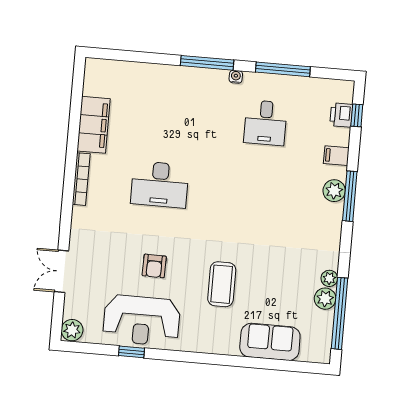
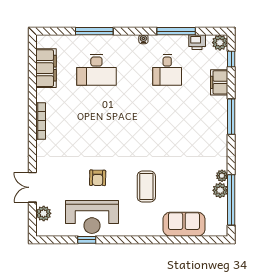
window: (207, 63) -> (94, 31), moved
printer: (341, 115) -> (197, 42), moved, turned -90
filing cabinet: (94, 125) -> (46, 68), moved
filing cabinet: (336, 156) -> (219, 82), width x2.00
desk: (160, 184) -> (96, 70), moved
plant: (334, 191) -> (220, 43), moved
plant: (72, 330) -> (44, 213), moved

